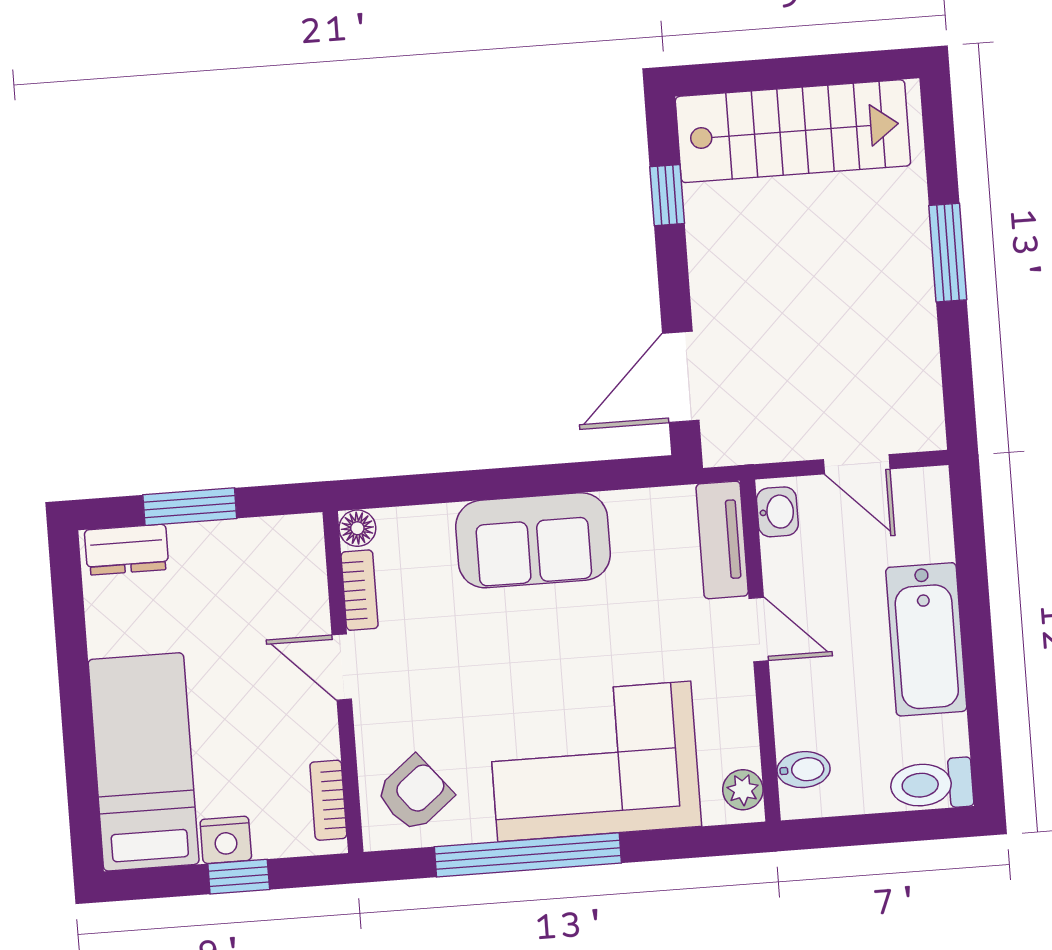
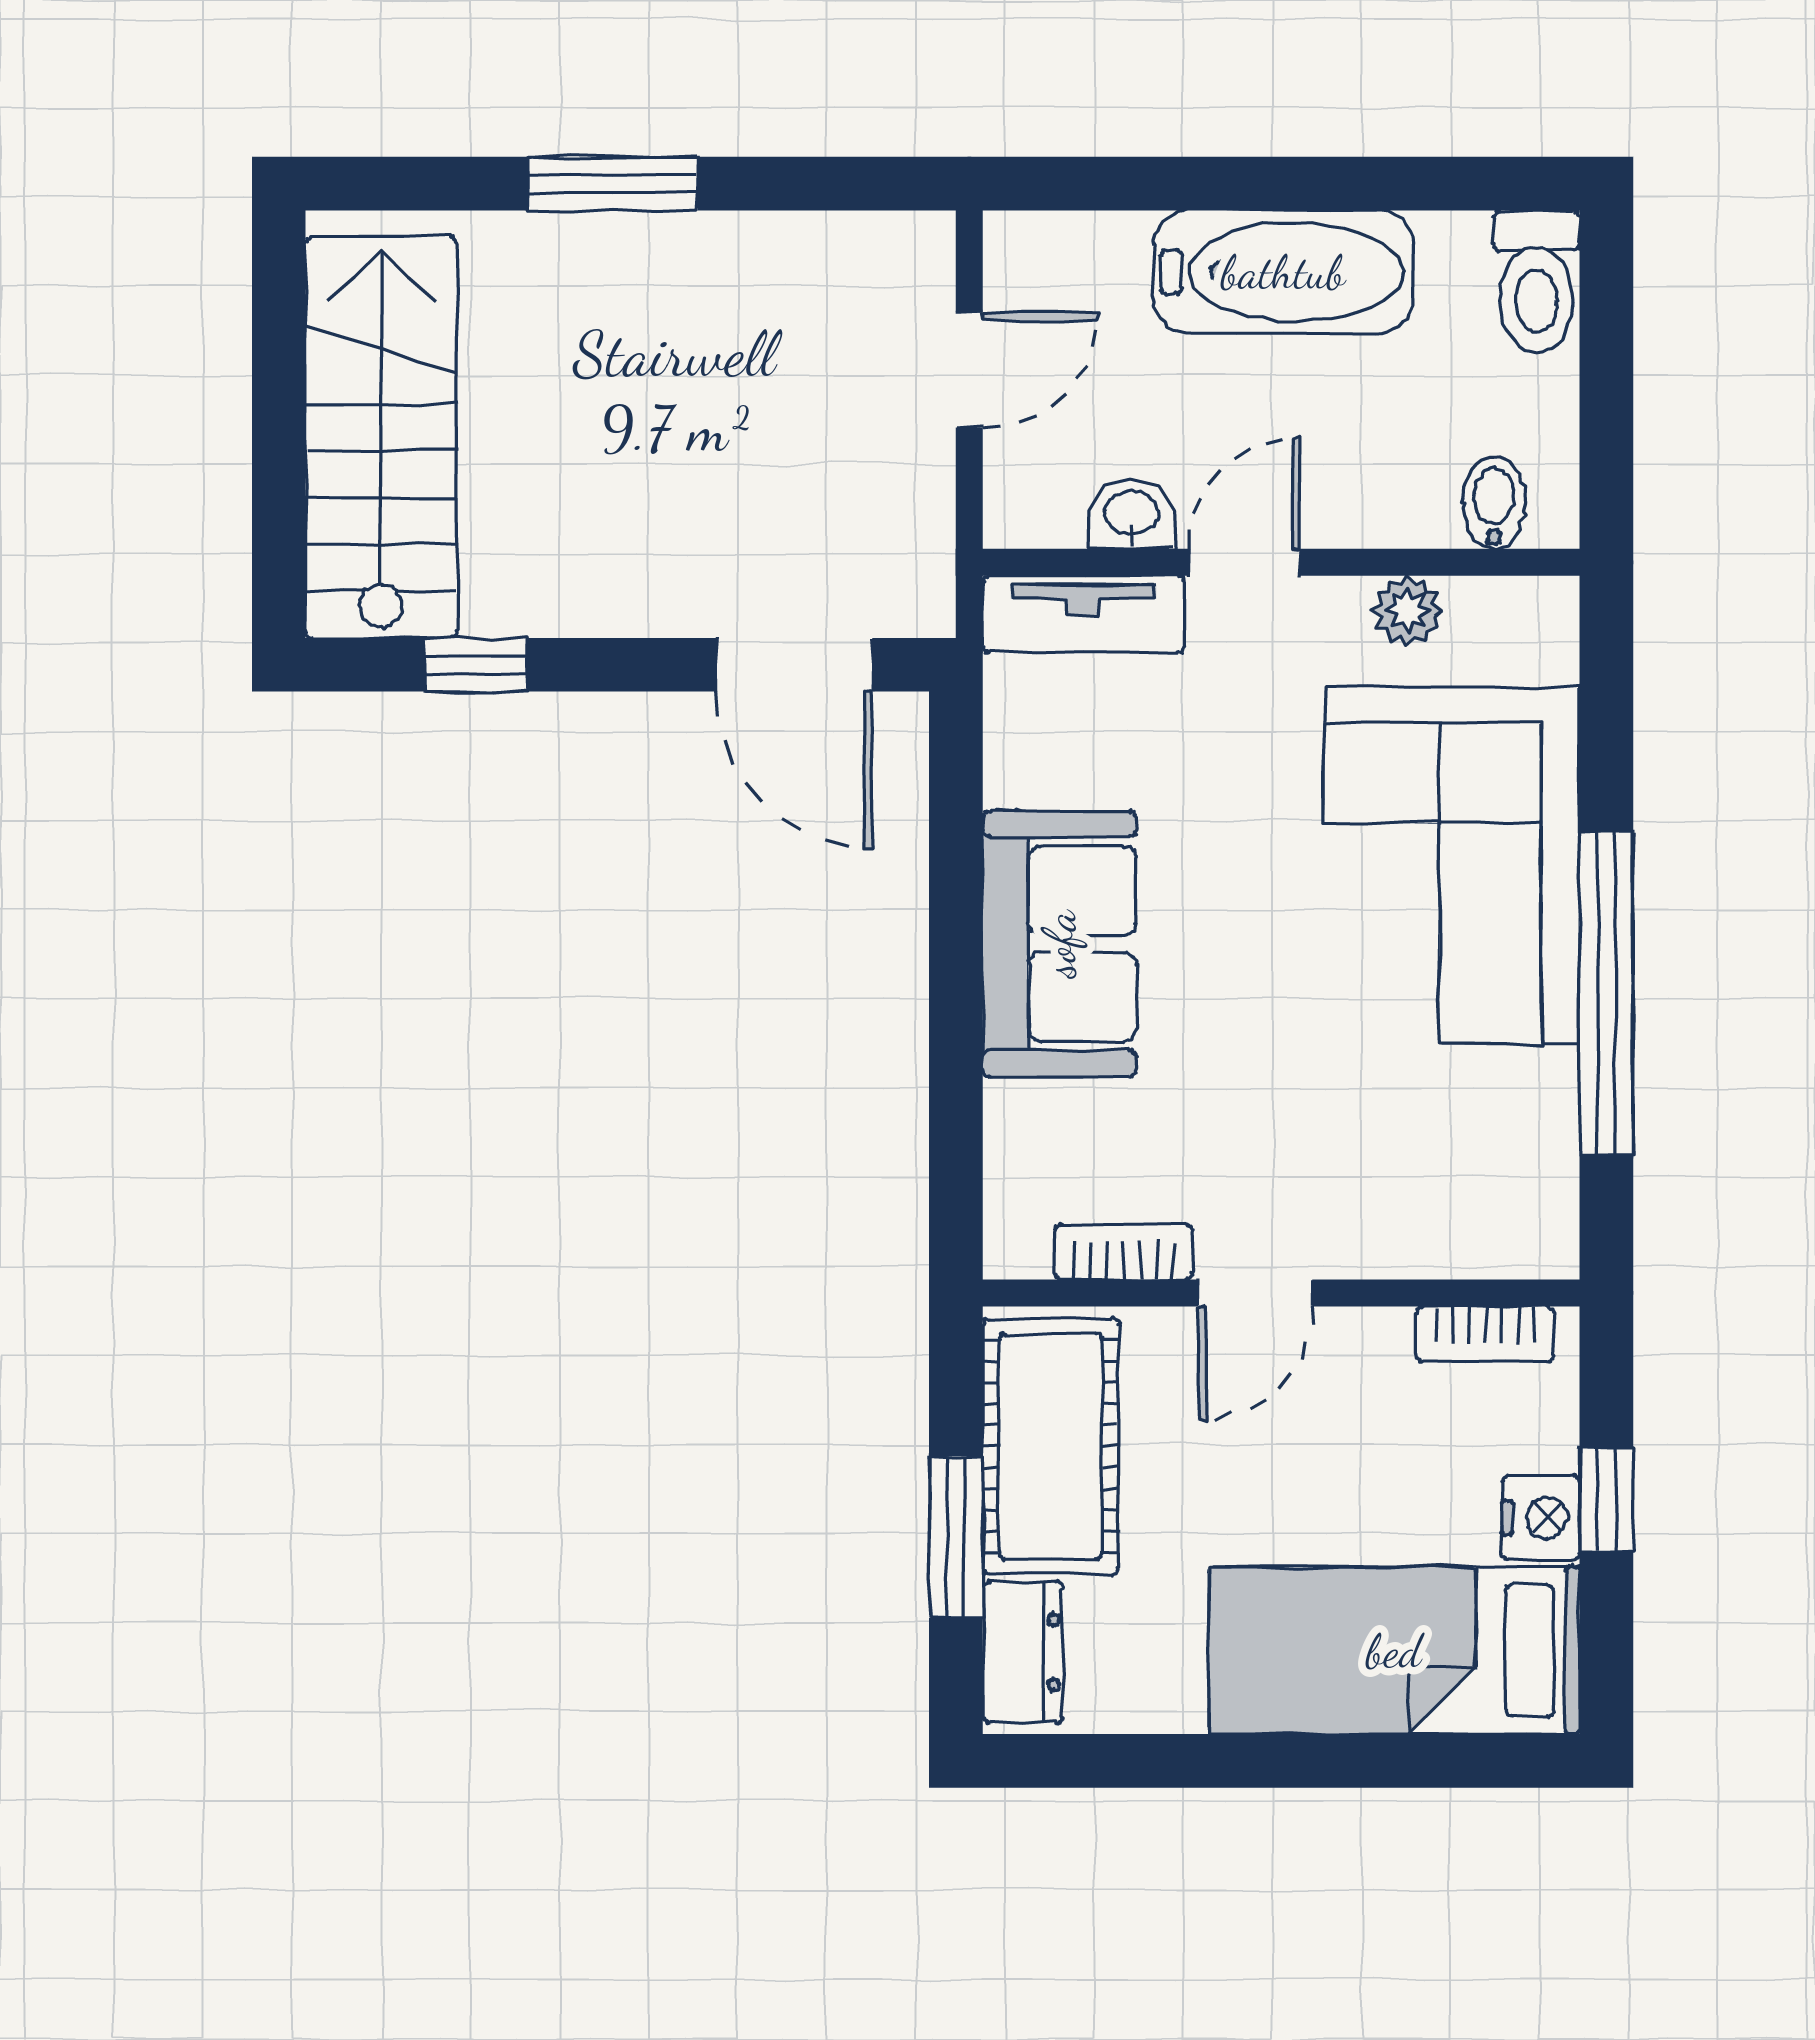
washbasin: (777, 512) -> (1132, 514), moved
floor lamp: (357, 528) -> (1015, 1248), removed
cot: (246, 557) -> (1051, 1446), added
plant: (743, 790) -> (1408, 611), moved
armchair: (414, 794) -> (1485, 1183), removed

